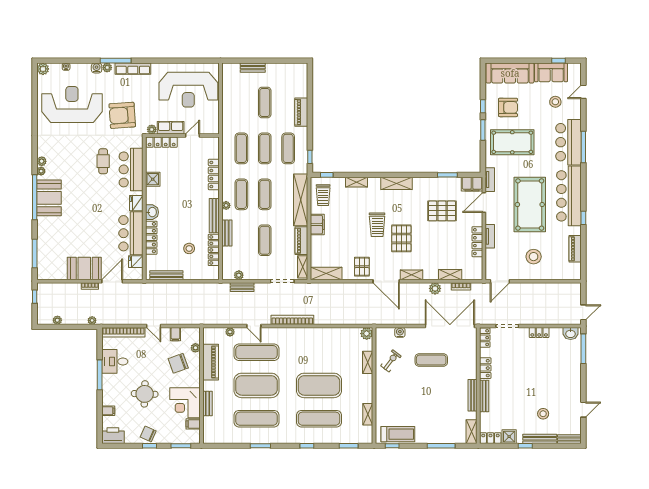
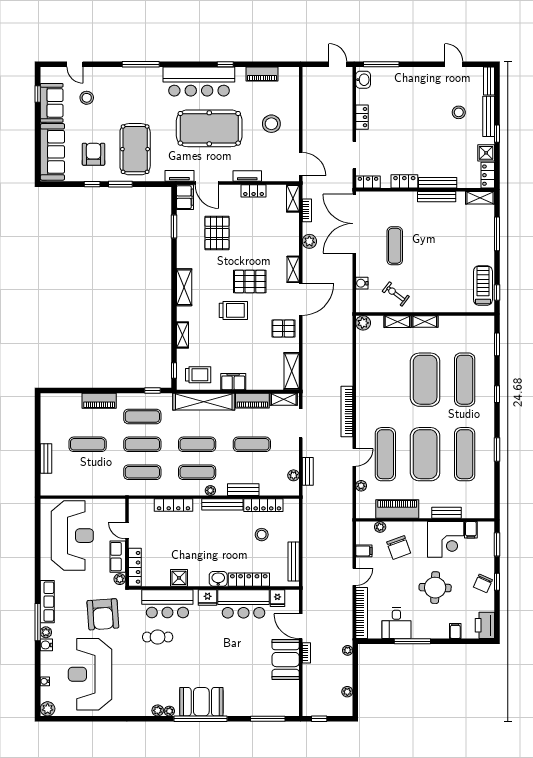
bar counter: (568, 142) -> (135, 82), removed
locker: (477, 242) -> (254, 191), width x0.66
shelving: (450, 275) -> (293, 198), moved
shelving: (368, 414) -> (425, 321), moved

